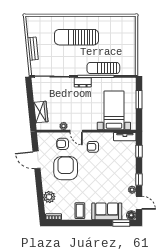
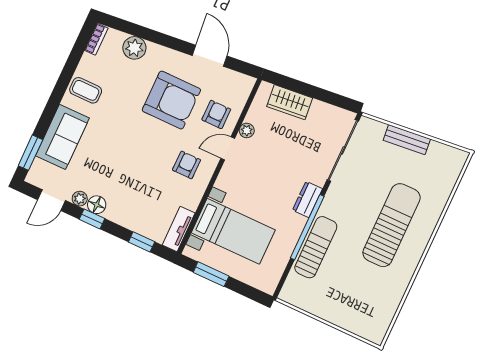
window: (139, 100) -> (211, 274), moved
door: (36, 160) -> (210, 56), hinge flipped
floor lamp: (131, 215) -> (97, 205), moved

